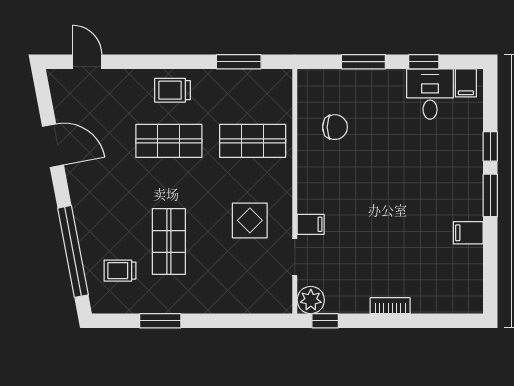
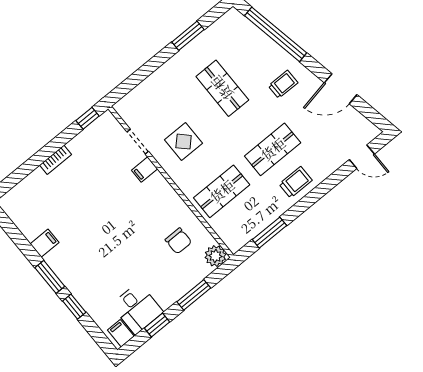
chair: (335, 127) -> (178, 241), turned -90
trolley: (120, 271) -> (283, 84), moved
plant: (311, 300) -> (215, 256), moved

